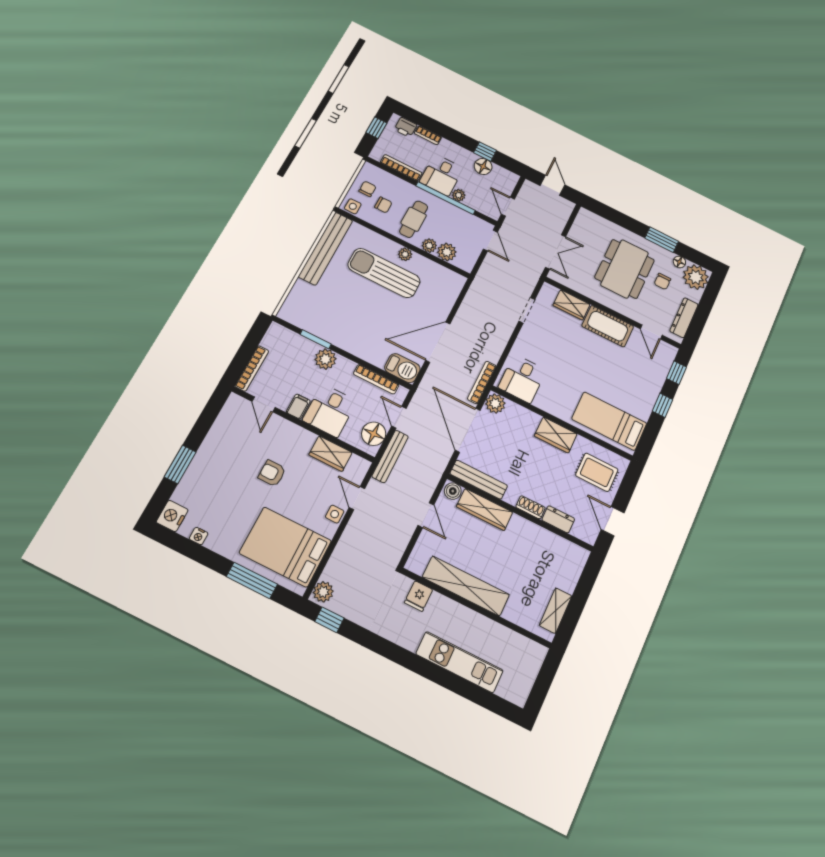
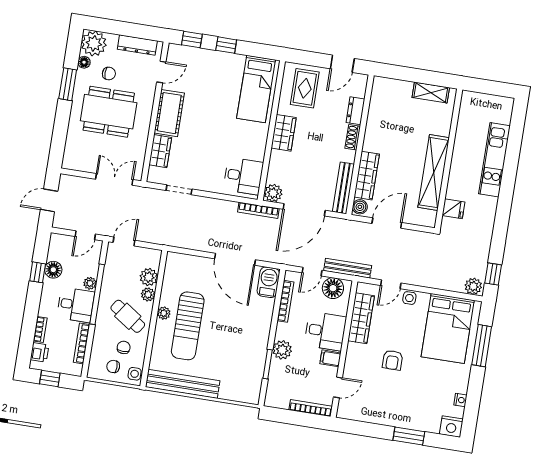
cafe table: (414, 219) -> (128, 316), turned 34
wardrobe: (331, 454) -> (361, 318), width x1.50
door: (426, 515) -> (387, 223), width x1.38

